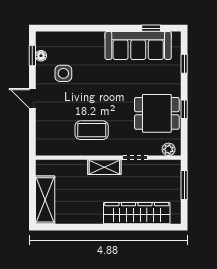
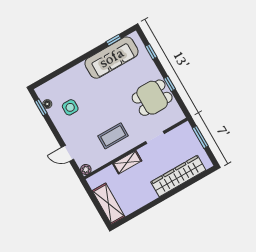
door: (32, 98) -> (68, 153), moved
plant: (169, 149) -> (86, 169), moved
shelving: (104, 167) -> (127, 162), moved

